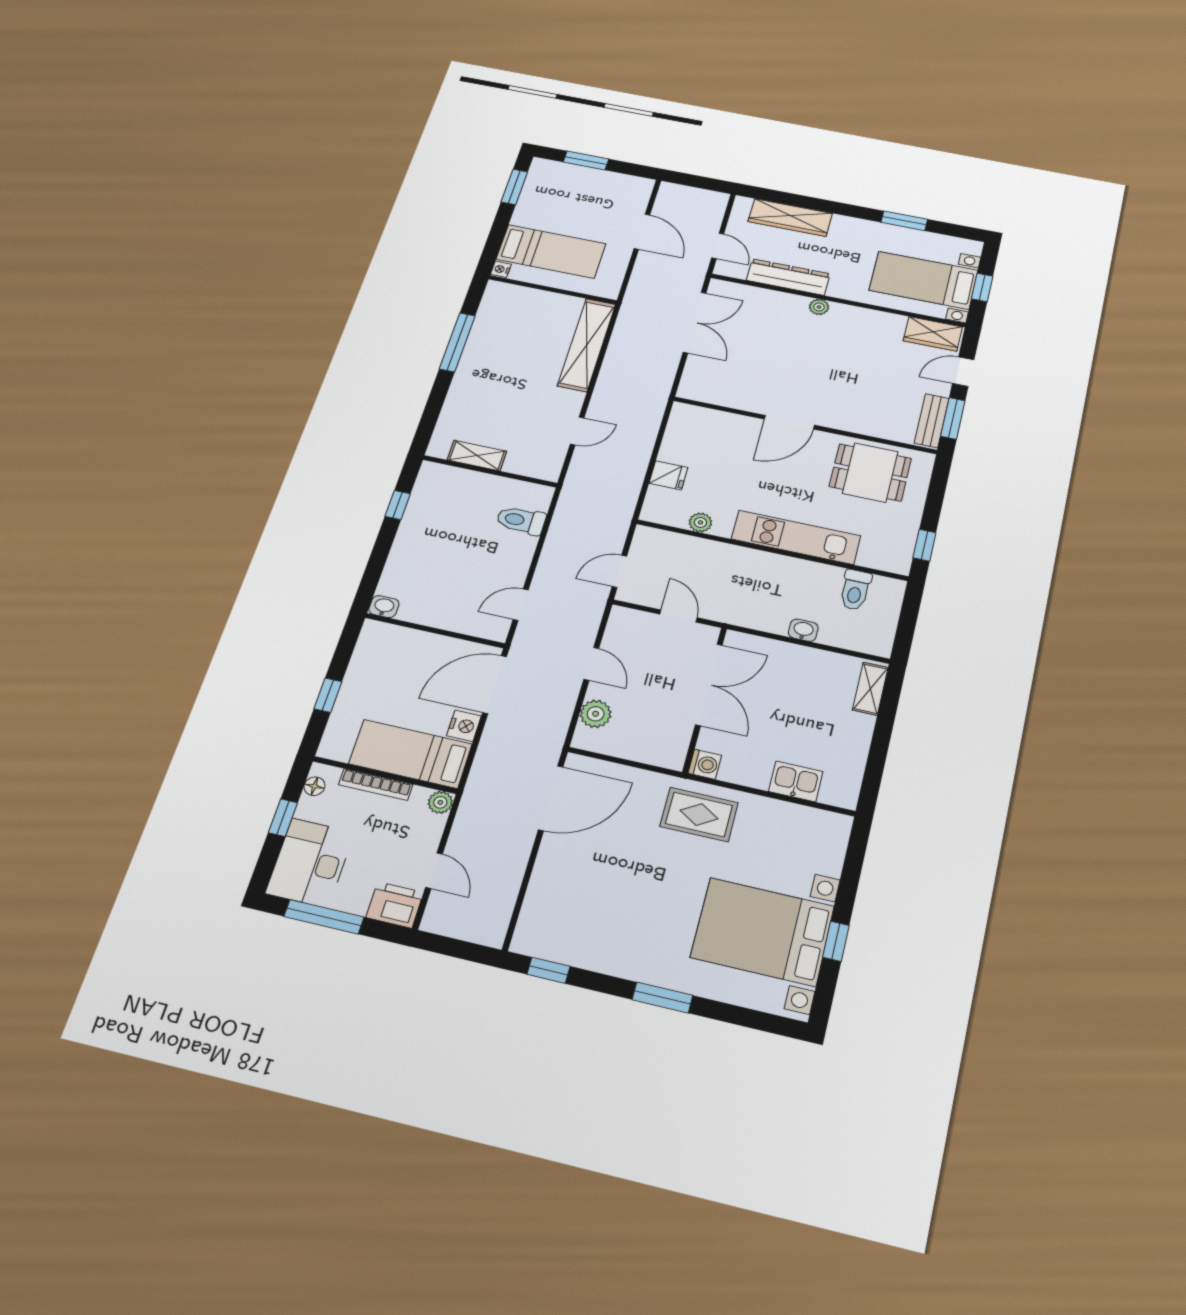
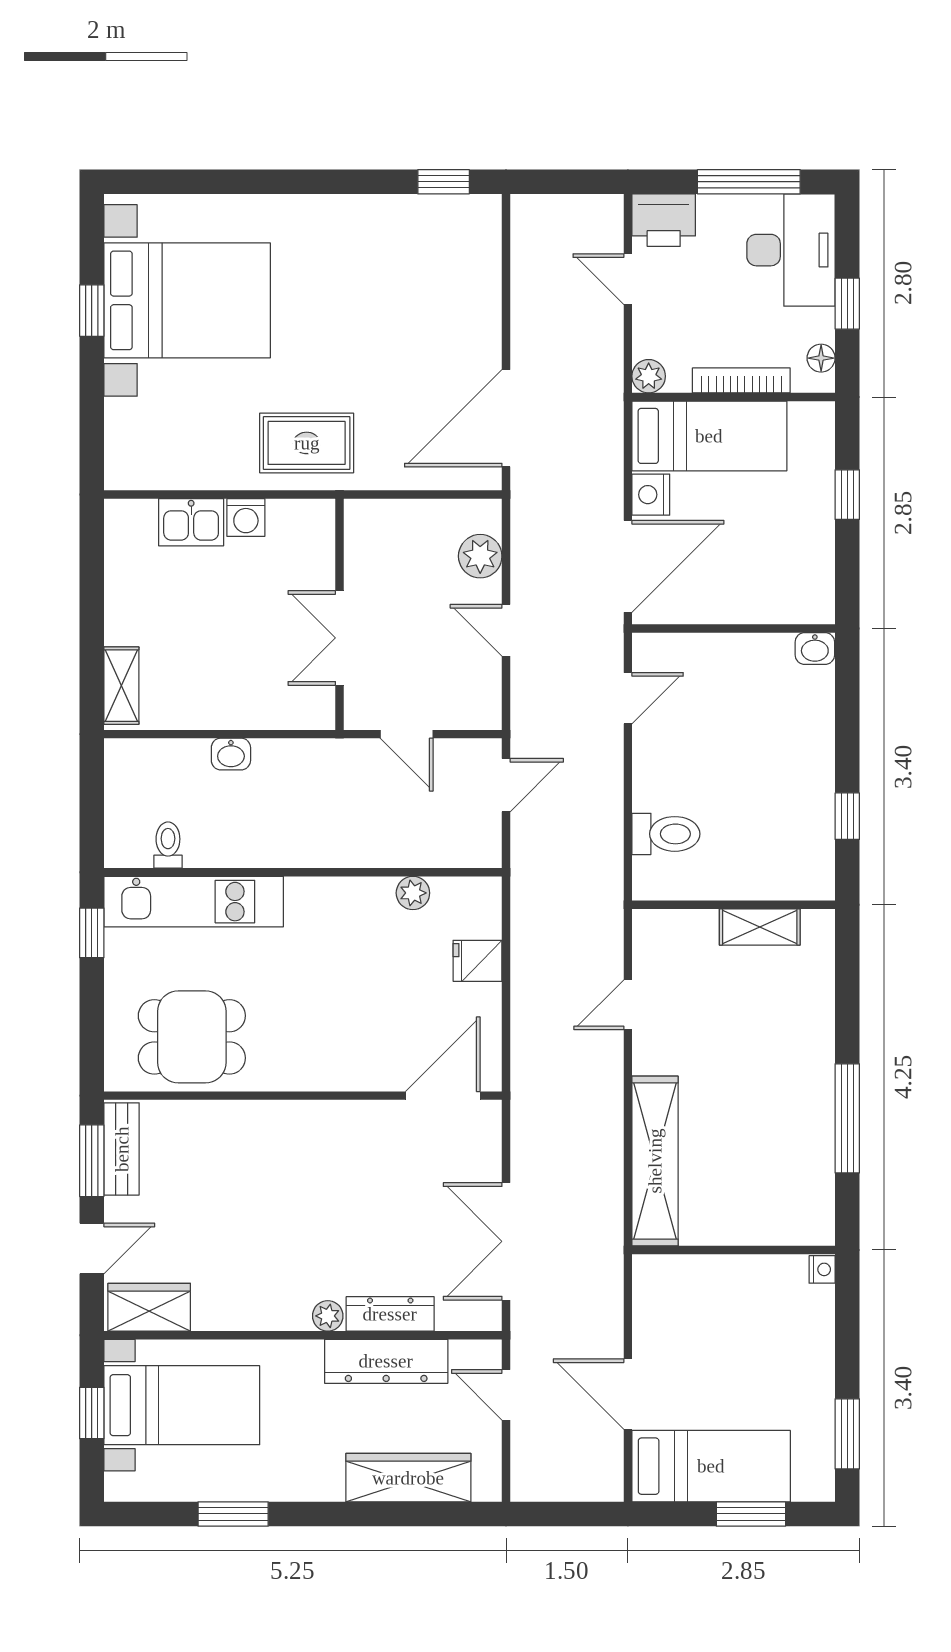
bed: (551, 251) -> (711, 1466), moved, turned 180
dresser: (779, 300) -> (390, 1314), added
door: (789, 422) -> (443, 1096), moved
kitchen unit: (796, 537) -> (194, 902), moved
toilet: (855, 590) -> (168, 845), width x0.73, depth x0.72
double door: (709, 685) -> (339, 638), width x0.73
washing machine: (705, 764) -> (246, 518), moved, turned -90
window: (662, 997) -> (292, 182), removed

